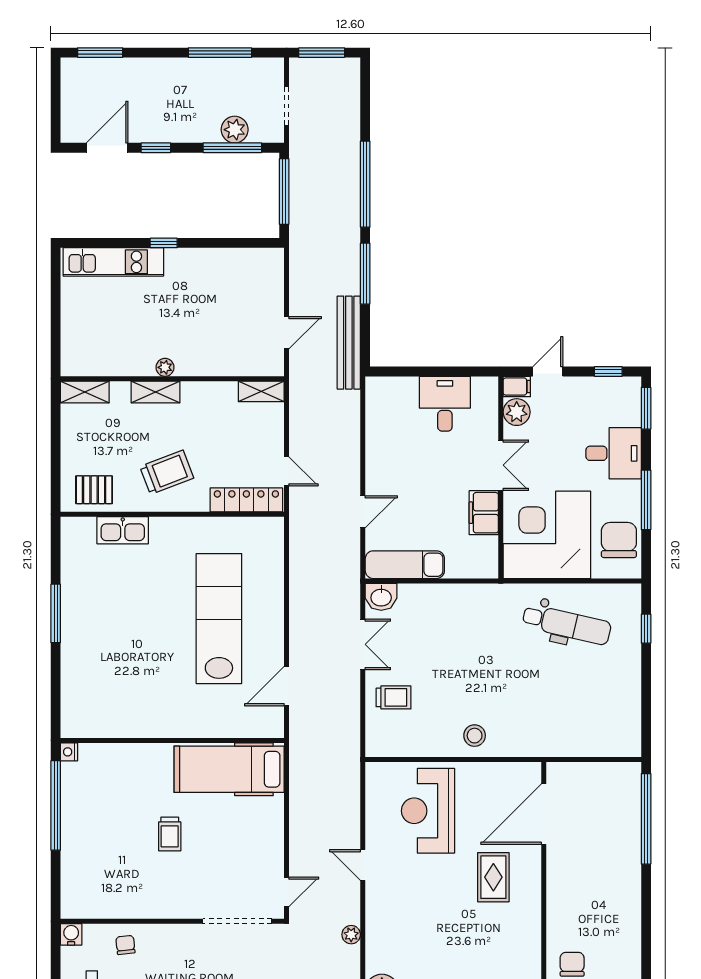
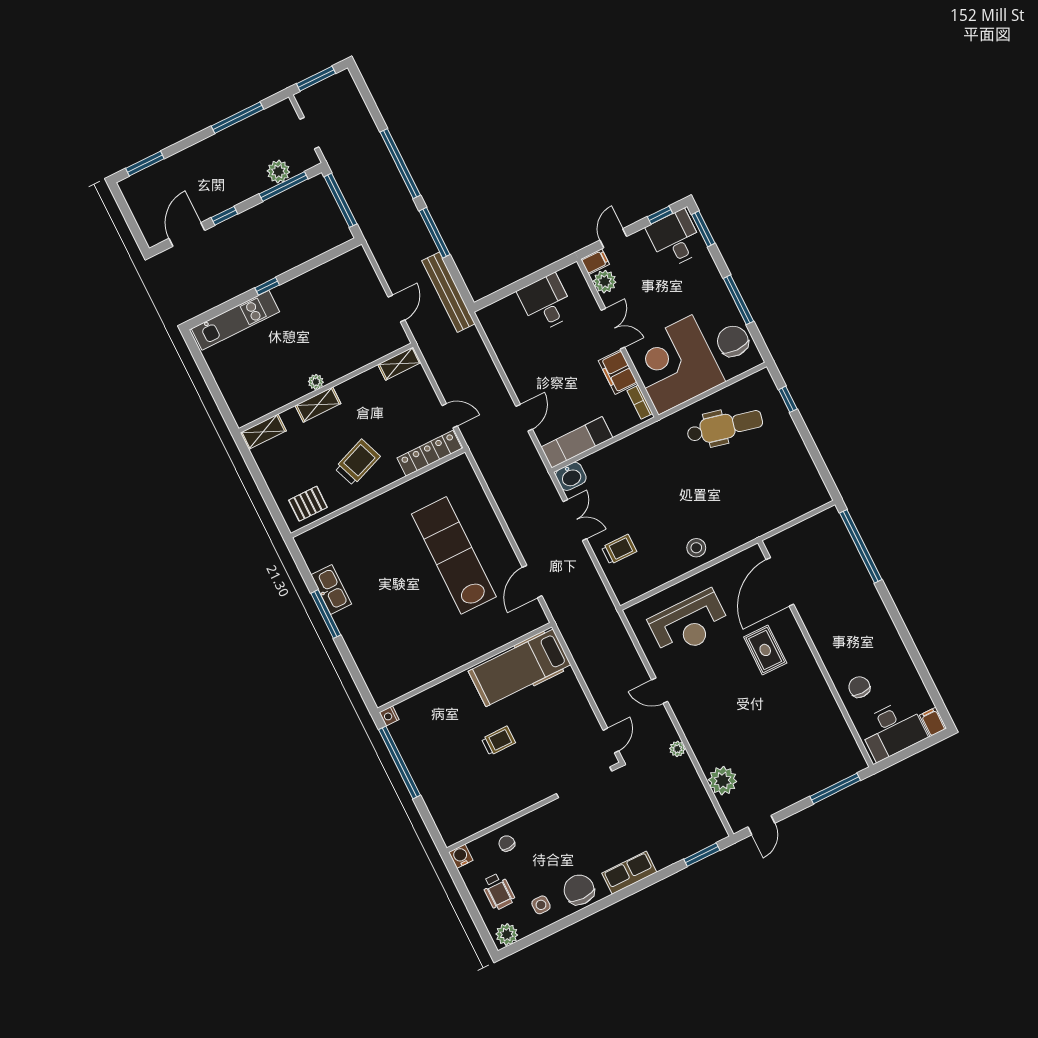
desk: (614, 453) -> (675, 239), moved, turned -90
kitchen sink: (123, 530) -> (331, 589), moved, turned -90
bookcase: (491, 555) -> (640, 402), added
reception desk: (428, 811) -> (689, 624), turned -90
trolley: (170, 834) -> (498, 741), turned -90

